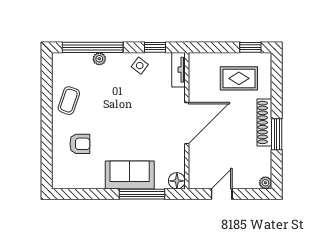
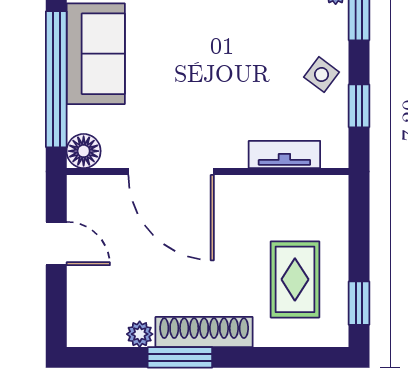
tv unit: (178, 70) -> (284, 154), moved
door: (187, 123) -> (171, 172), moved
plant: (265, 183) -> (140, 334), moved
window: (142, 194) -> (56, 79), width x1.46

